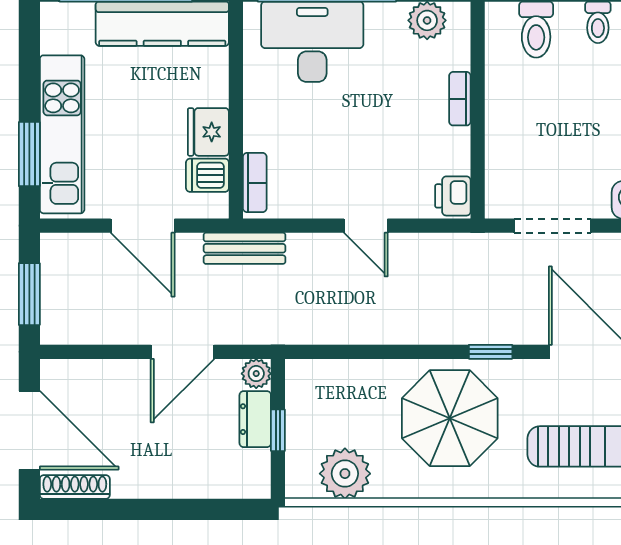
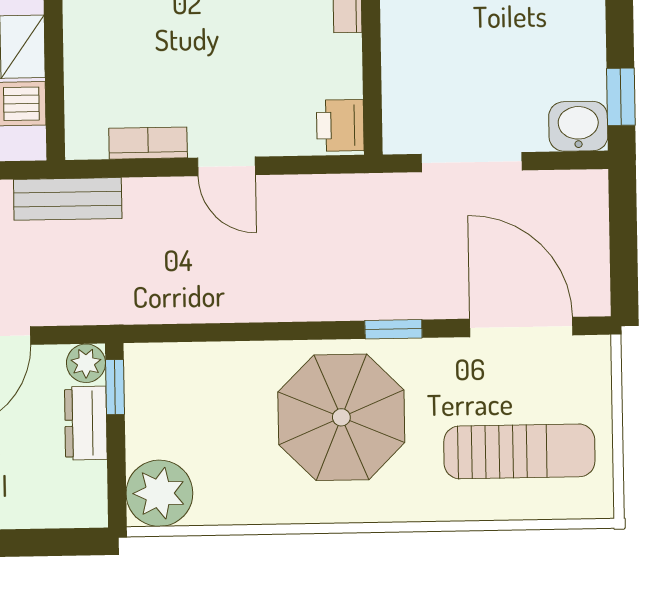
bookcase: (255, 183) -> (148, 143), moved, turned -90
window: (278, 430) -> (115, 387), moved
plant: (345, 474) -> (159, 493), moved

